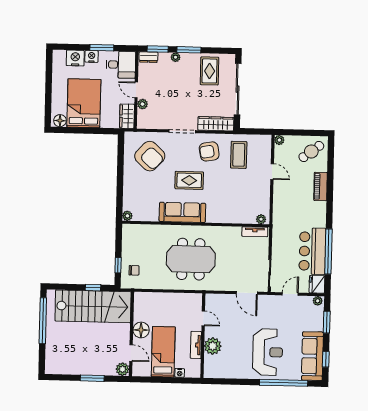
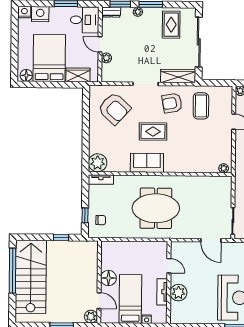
nightstand: (92, 56) -> (24, 12), moved
wardrobe: (127, 116) -> (78, 75), moved, turned 90
sofa: (182, 212) -> (147, 163), width x0.73
plant: (127, 216) -> (98, 163), width x1.88, depth x1.88
tv unit: (255, 232) -> (101, 180), moved
stairs: (93, 306) -> (31, 277), moved, turned -90

